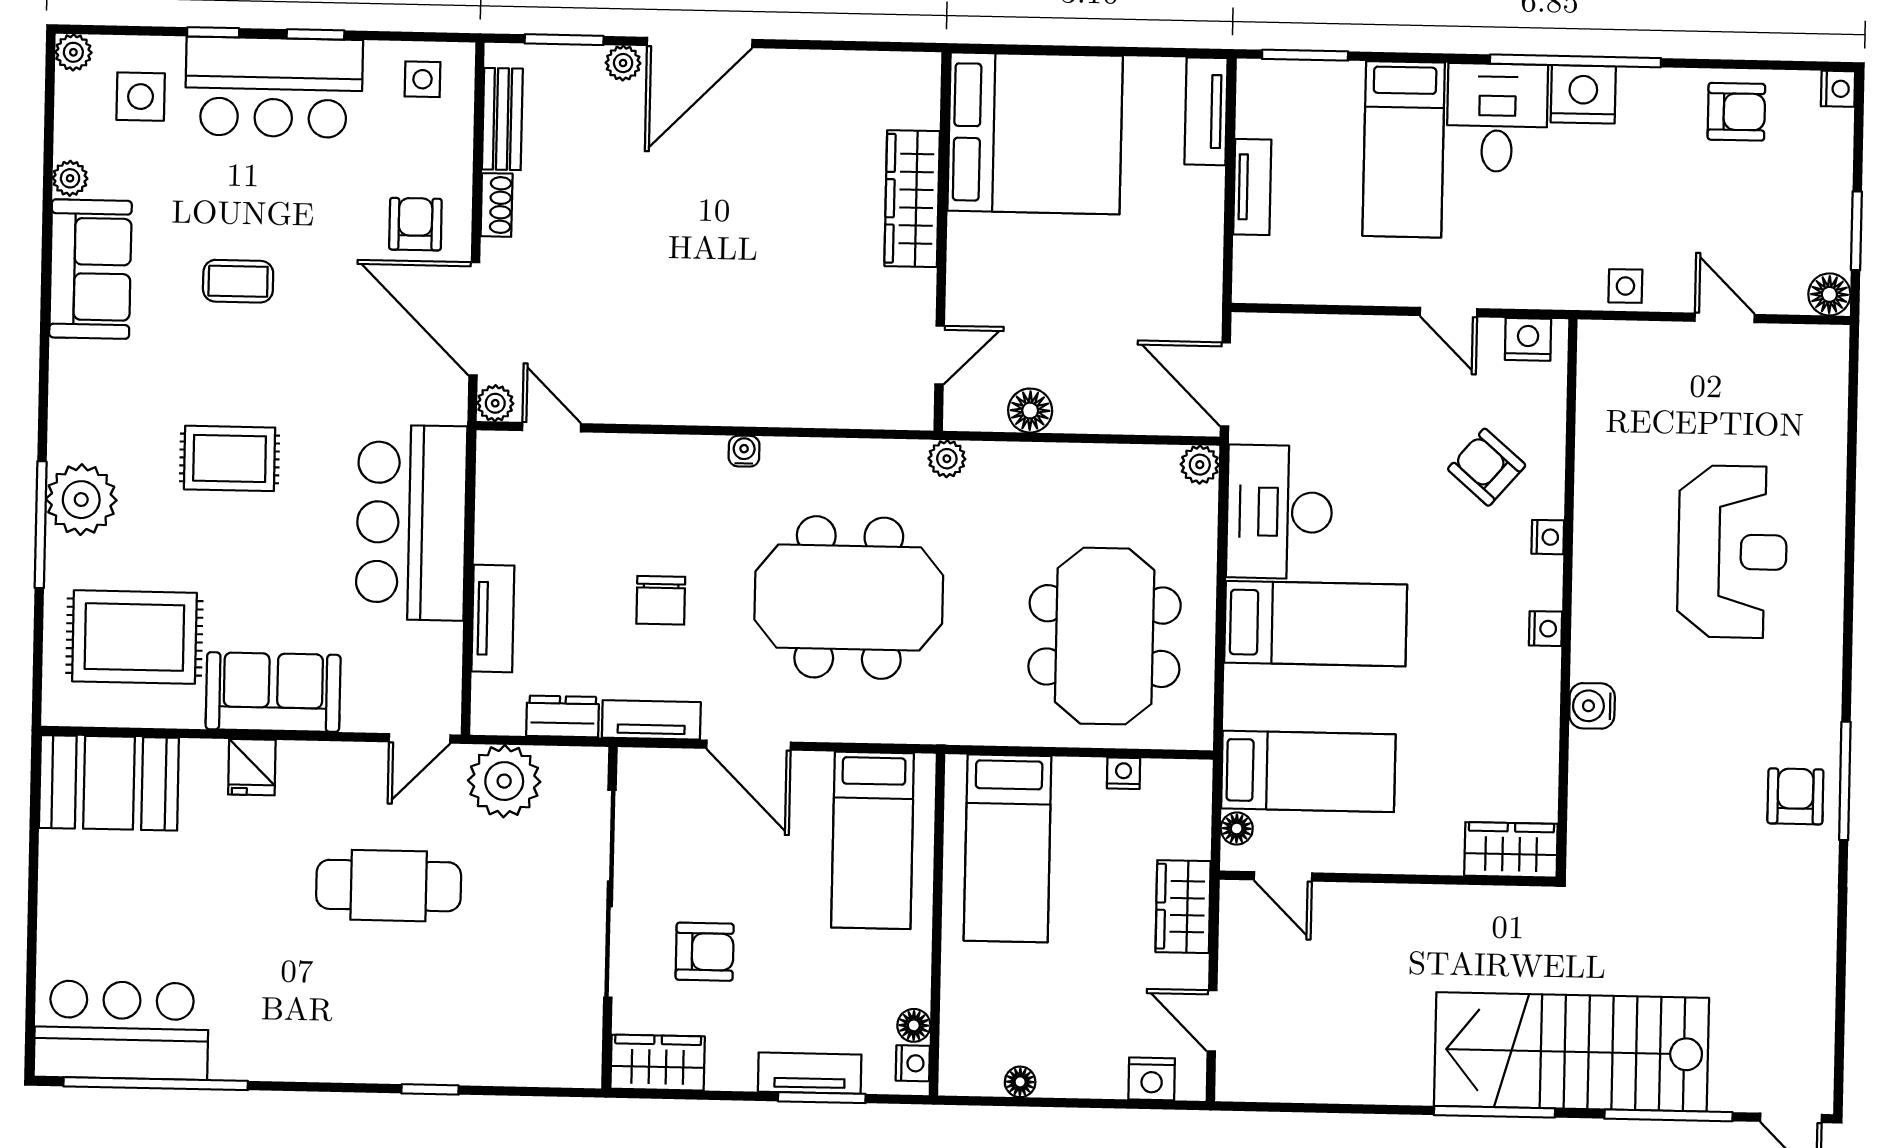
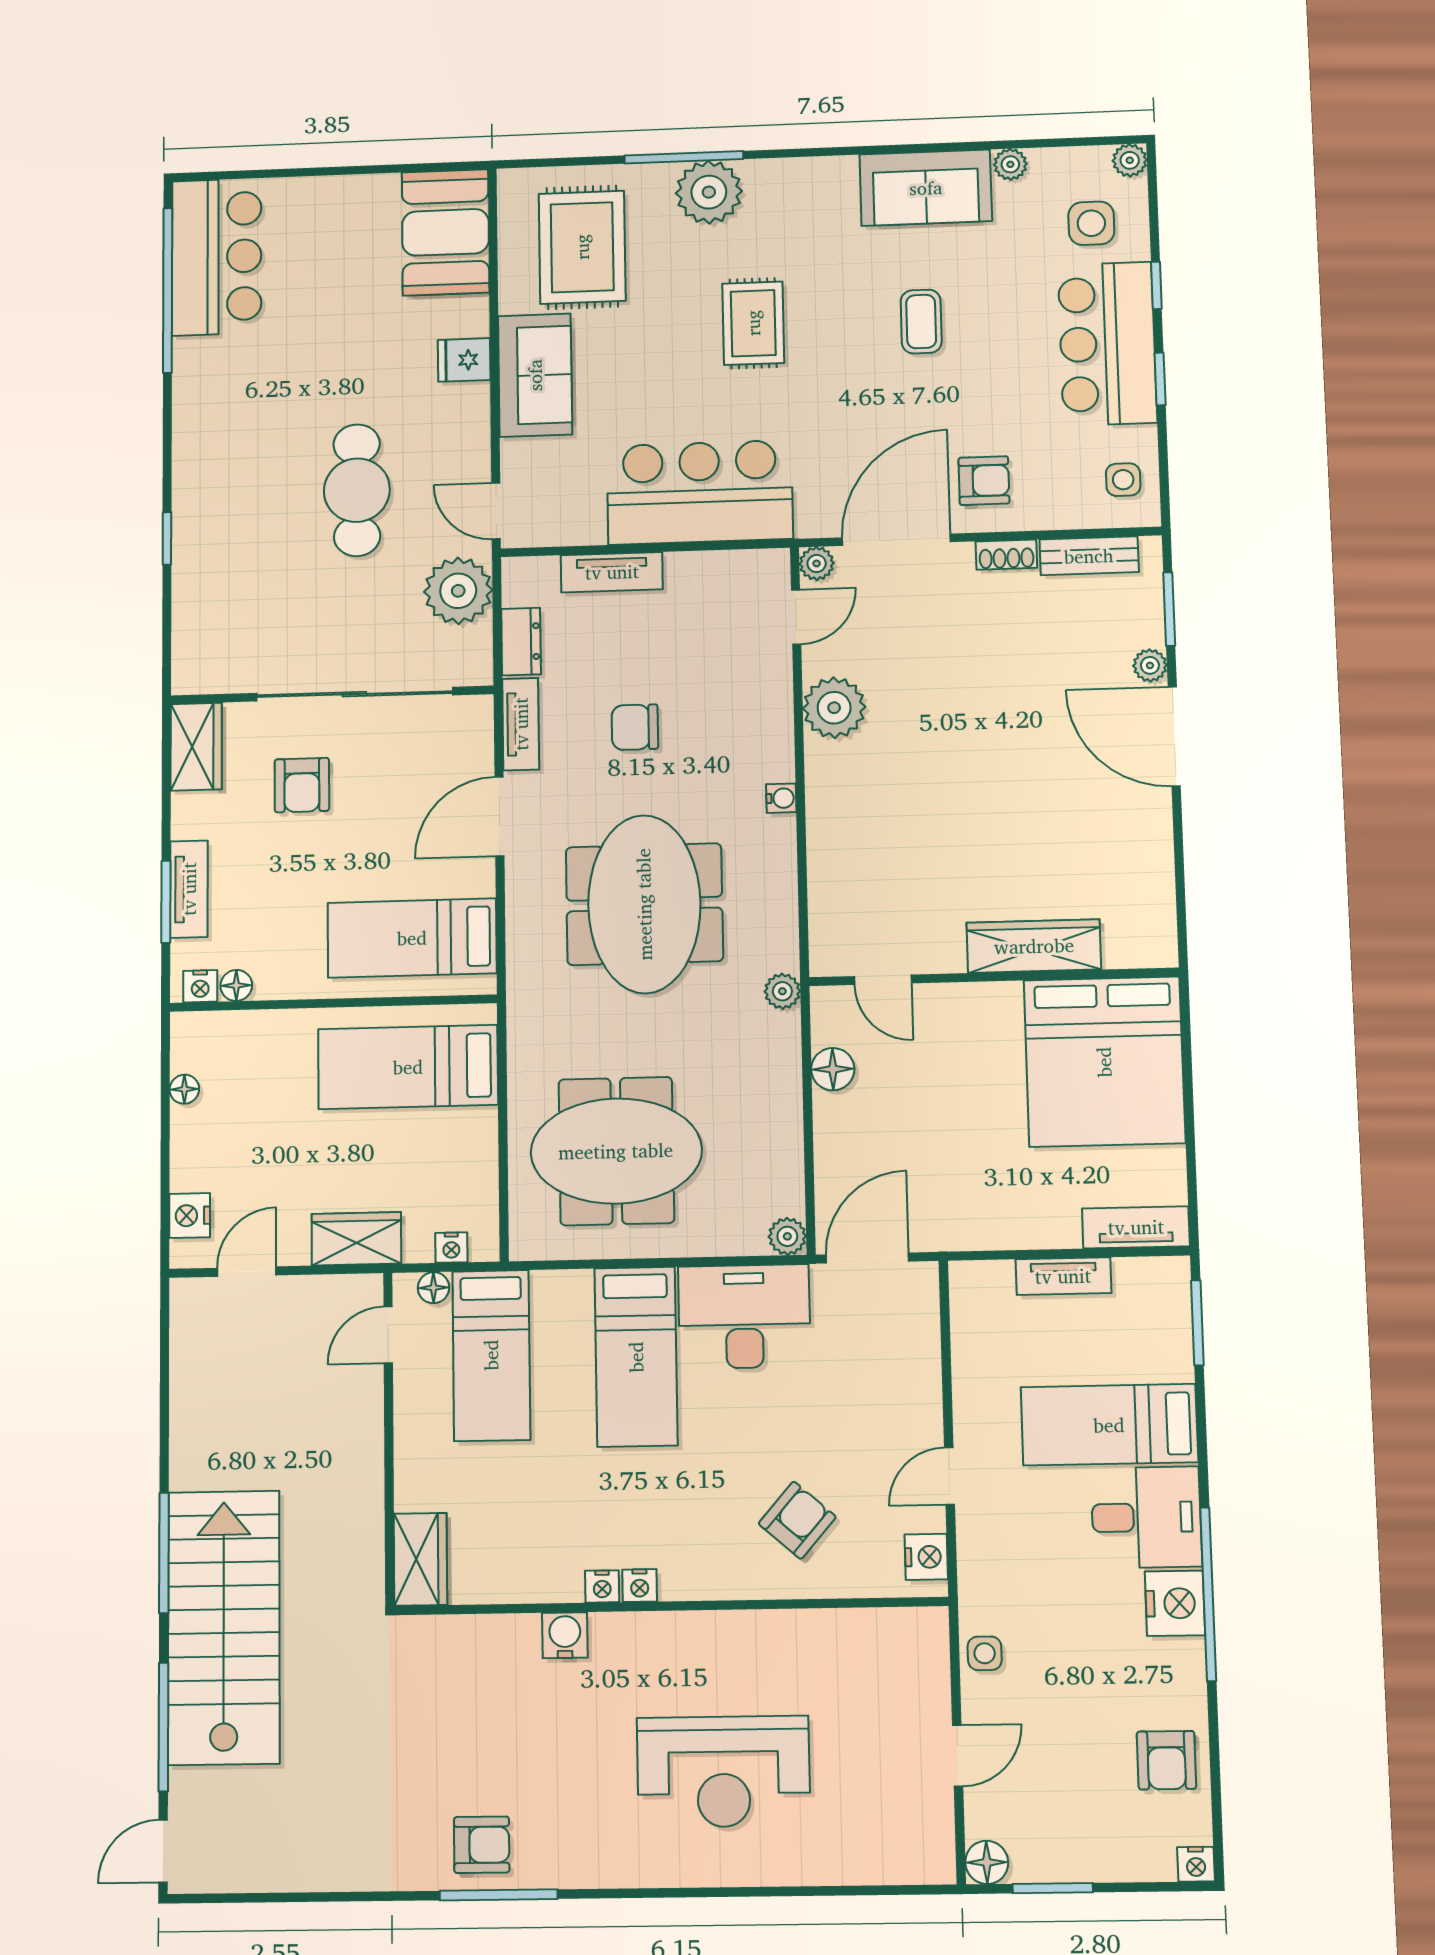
plant: (651, 392) -> (834, 708), added
nightstand: (1548, 537) -> (602, 1586), moved
nightstand: (1124, 773) -> (451, 1248), moved, turned 90

